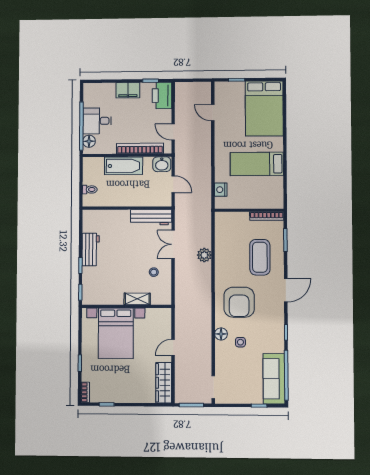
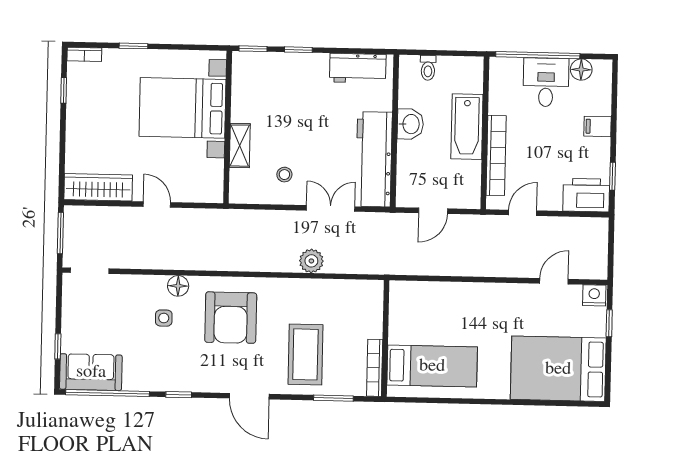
filing cabinet: (128, 90) -> (597, 126), width x0.50
floor lamp: (89, 141) -> (581, 70), moved
washbasin: (162, 164) -> (410, 124), moved, turned 180
bed: (257, 164) -> (432, 366), moved, turned 90
nightstand: (221, 190) -> (594, 295), moved
workbench: (151, 217) -> (374, 159), width x1.36, depth x1.32
workbench: (91, 249) -> (358, 68), moved
coffee table: (260, 257) -> (305, 354), turned 90
armchair: (239, 302) -> (231, 318), turned -90
sofa: (274, 379) -> (91, 372), width x0.73

